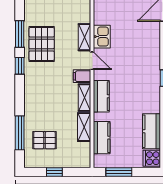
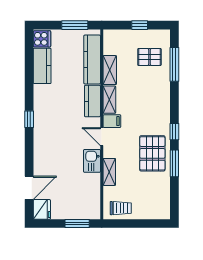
shelving: (85, 37) -> (109, 172), moved
kitchen counter: (102, 138) -> (92, 60), width x1.50

